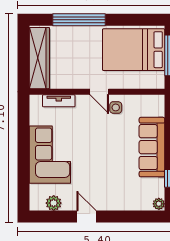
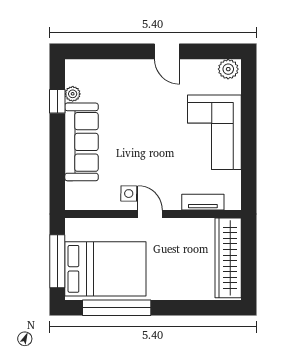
window: (79, 20) -> (117, 308), moved
plant: (54, 203) -> (228, 69), moved
plant: (159, 204) -> (73, 94), moved

